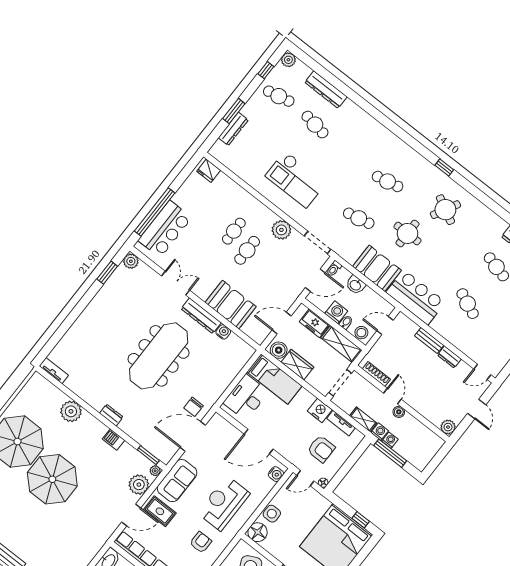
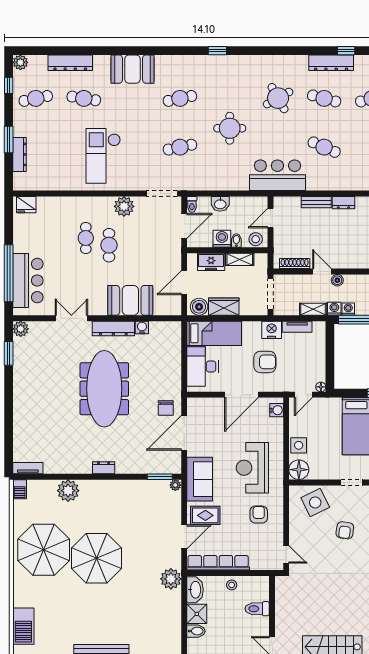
checkout: (296, 179) -> (103, 156), turned 90
round table: (445, 210) -> (278, 98), moved, turned 33
booth: (377, 268) -> (133, 69), moved
shelving: (341, 344) -> (240, 259), width x0.67, depth x0.75
barbecue: (113, 440) -> (20, 489), moved, turned -90
armchair: (321, 449) -> (265, 362), moved
plant: (139, 485) -> (171, 579), moved

